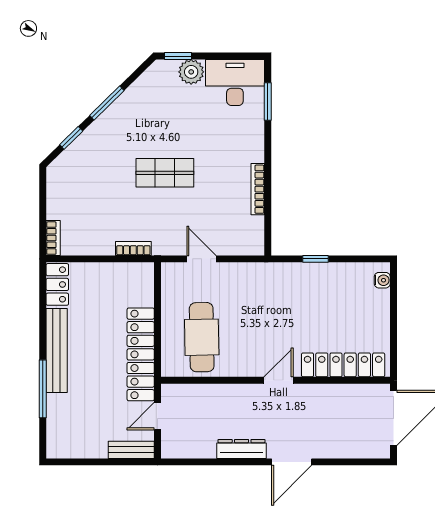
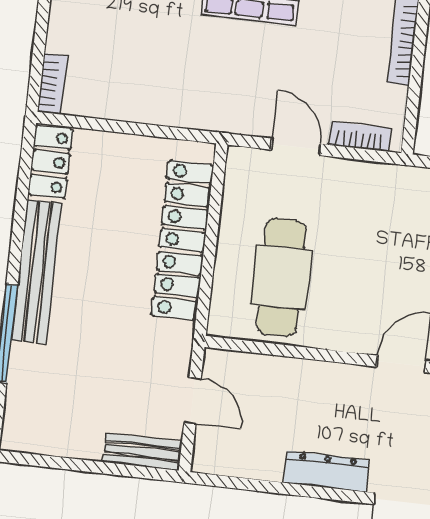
bookcase: (133, 249) -> (360, 137), moved
locker: (141, 354) -> (182, 240), moved
door: (157, 416) -> (193, 401), swing flipped

